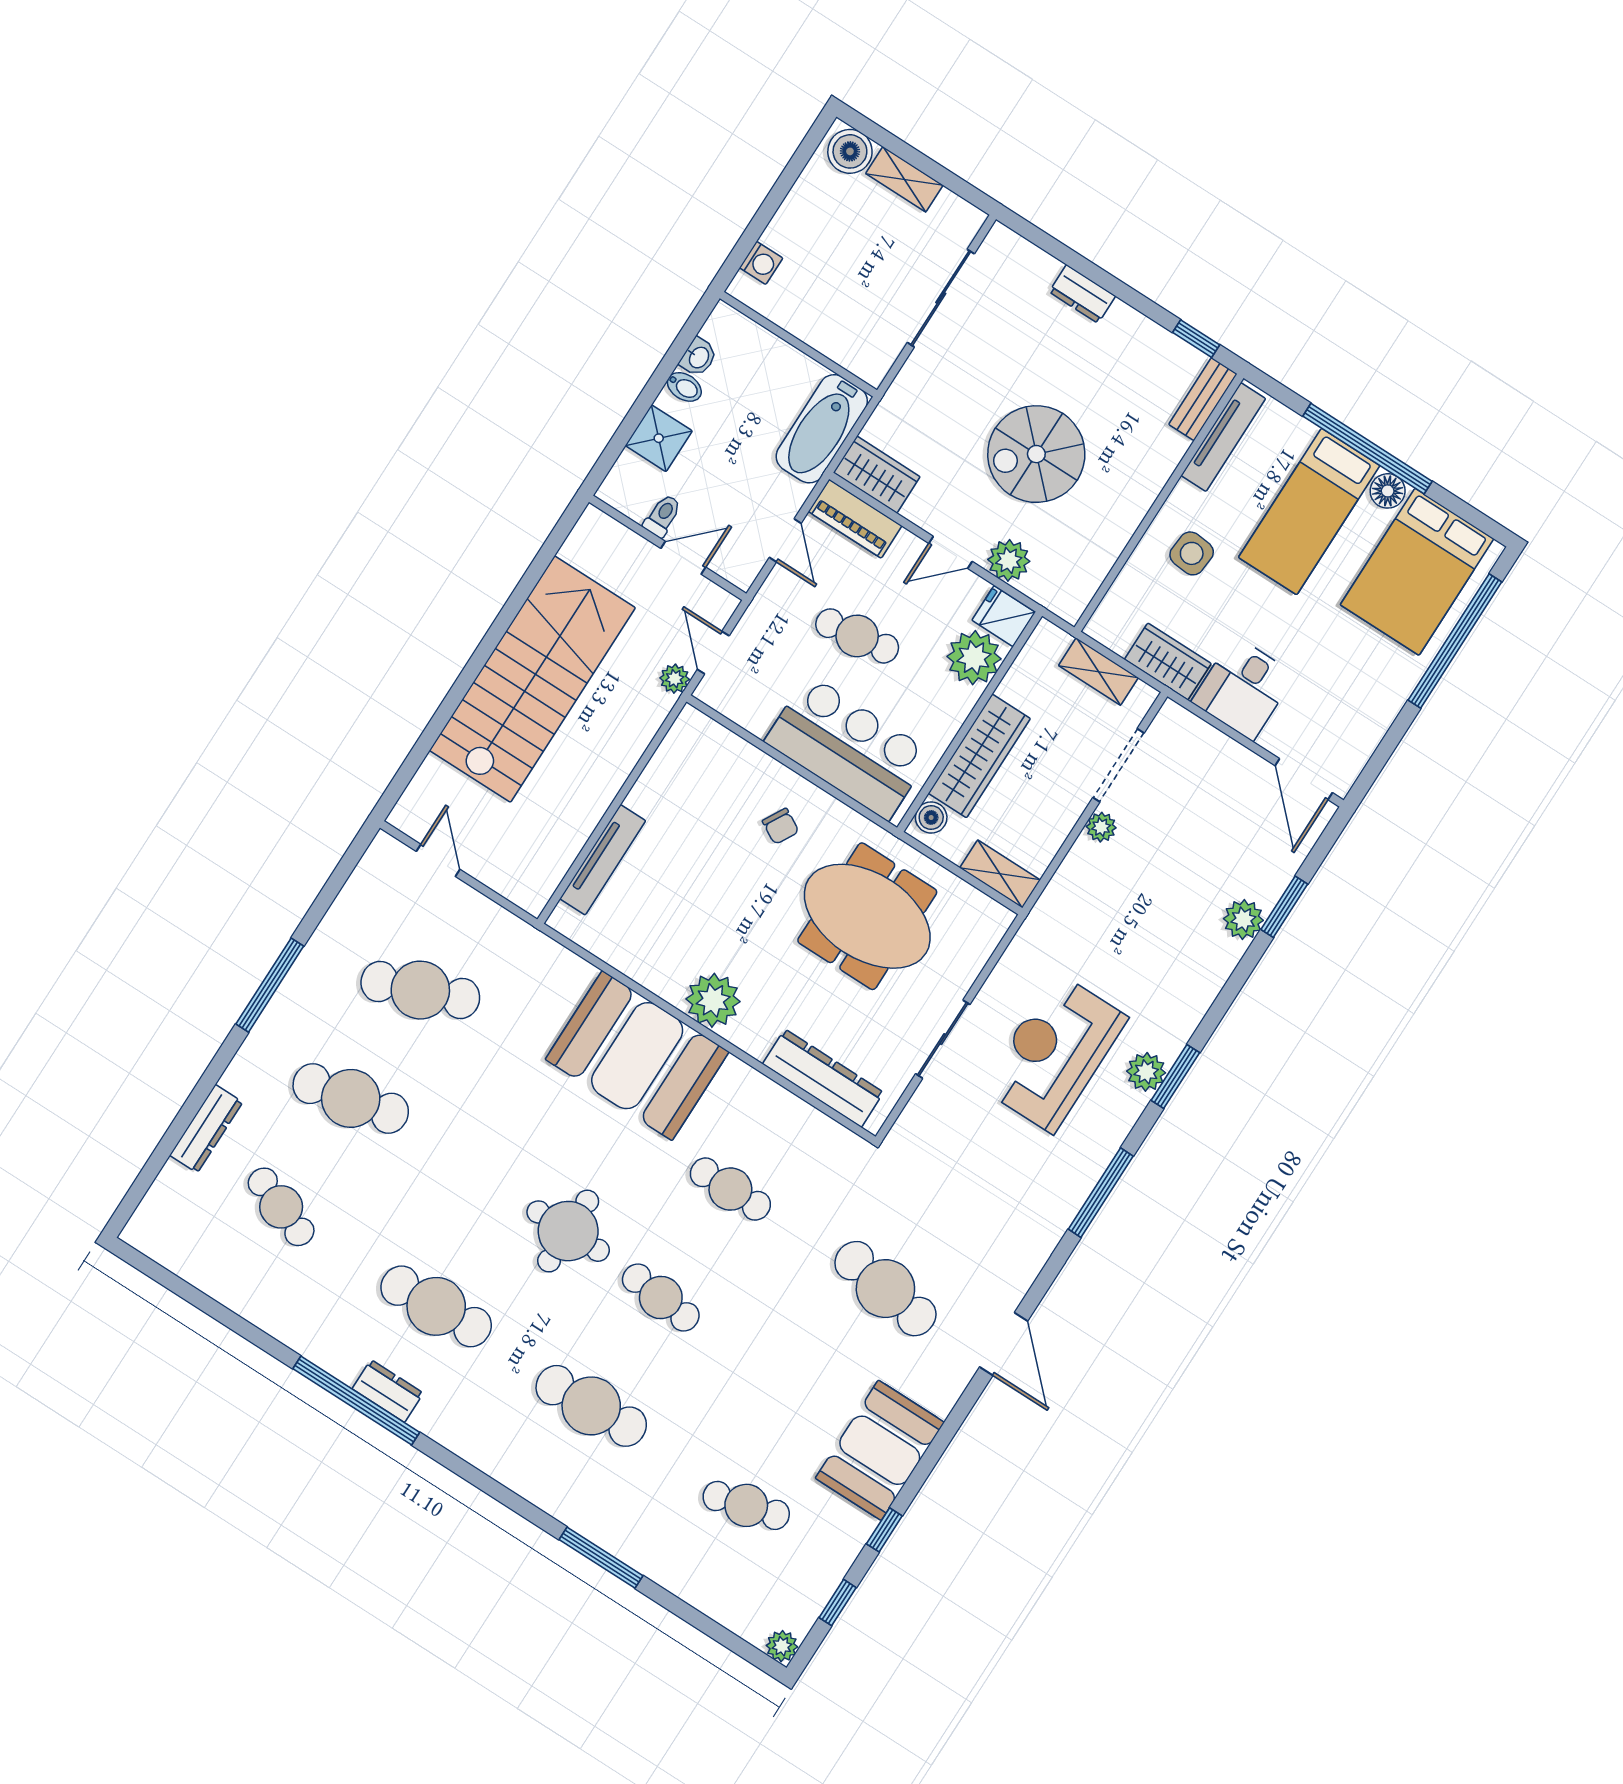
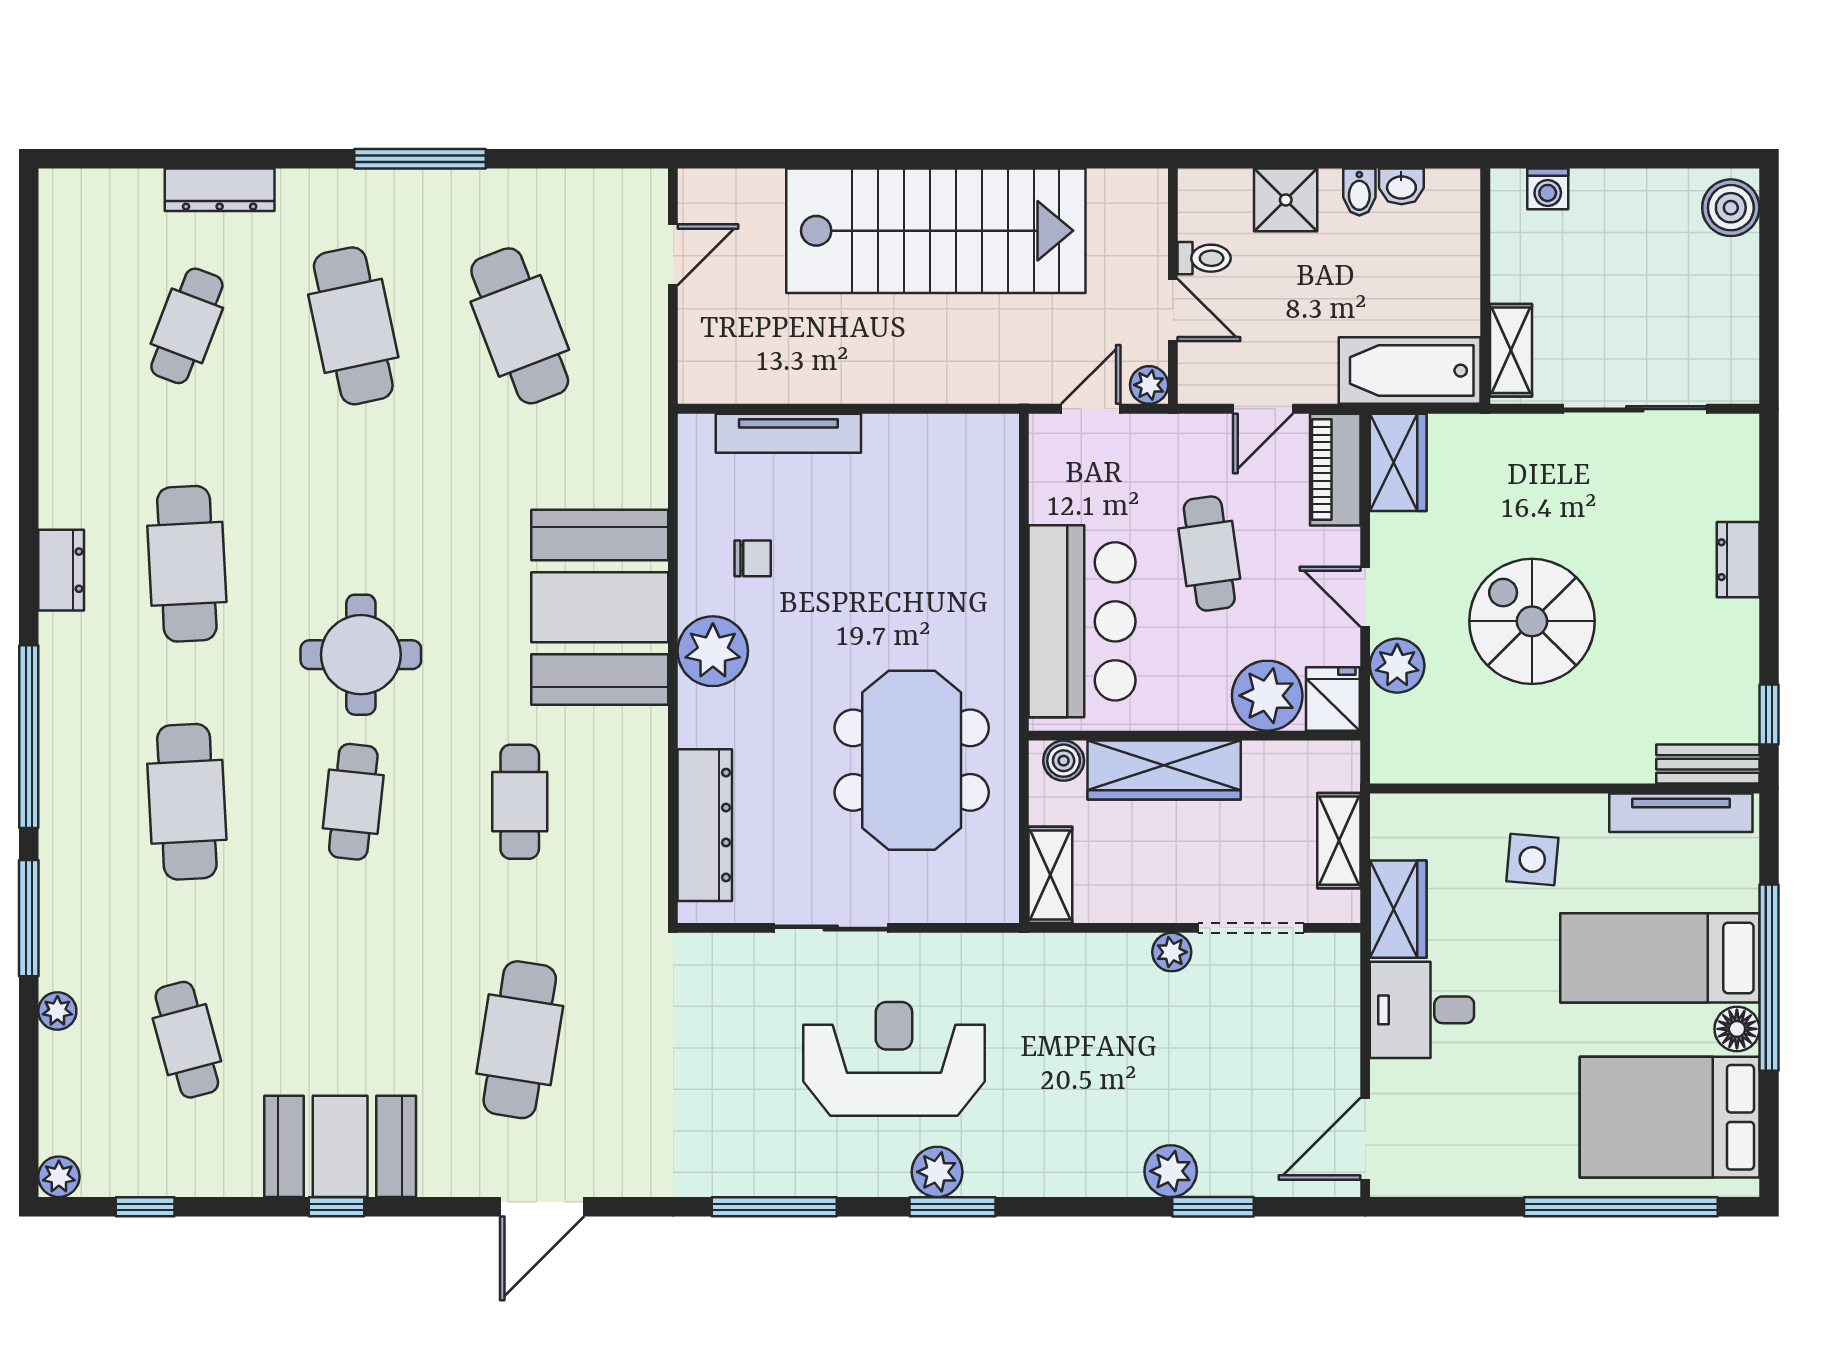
shelving: (904, 179) -> (1511, 350), moved
plant: (675, 679) -> (1149, 385), moved
chair: (781, 826) -> (753, 558), moved, turned -119
window: (356, 1400) -> (29, 737), moved
window: (884, 1530) -> (336, 1207), moved
plant: (673, 1578) -> (57, 1011), added

